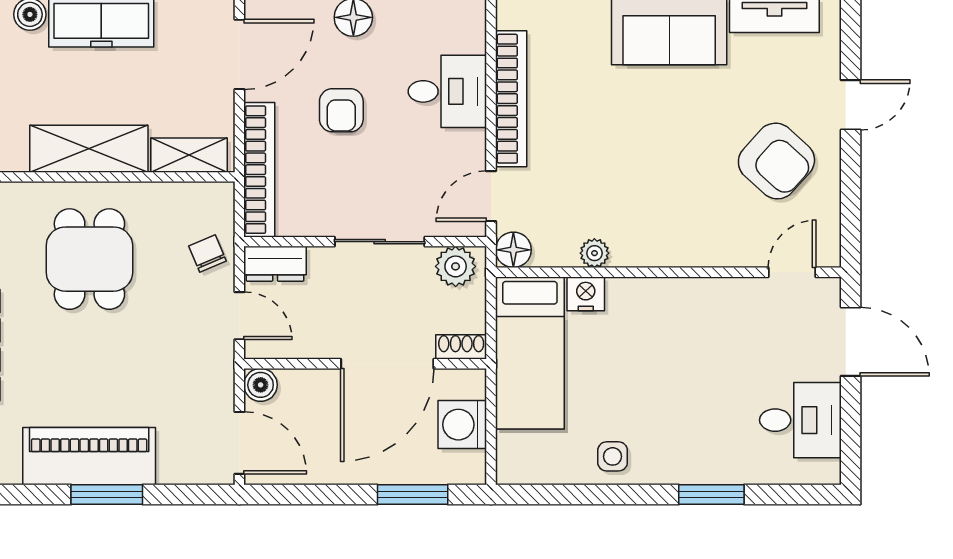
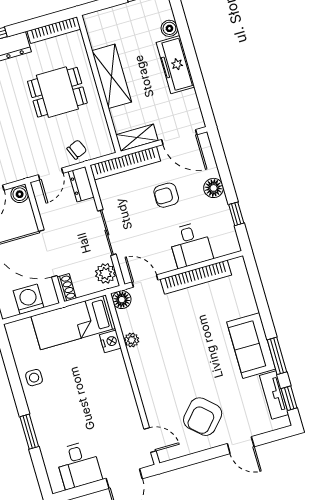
shelving: (189, 155) -> (137, 138), moved, turned 90

